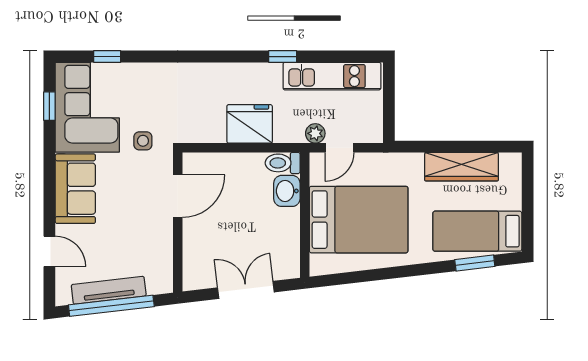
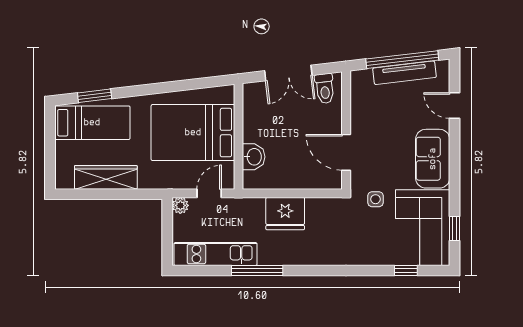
window: (283, 57) -> (257, 271), width x2.17
plant: (315, 133) -> (180, 205), moved
toilet: (283, 163) -> (325, 89), moved, turned 83
door: (178, 196) -> (346, 152), hinge flipped

